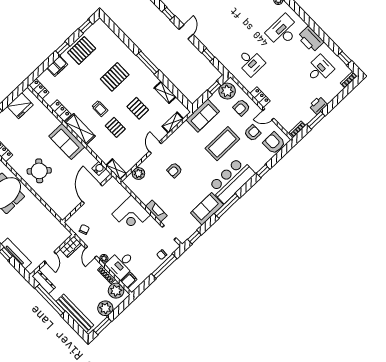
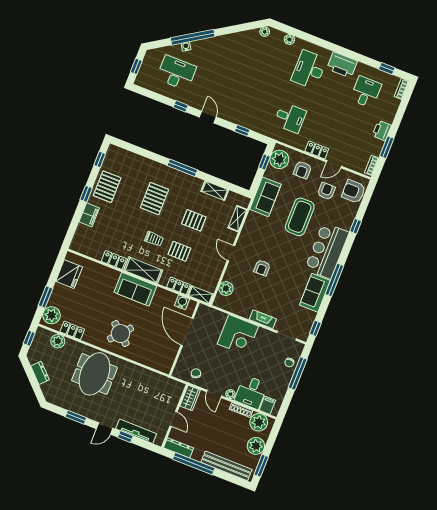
locker: (39, 89) -> (178, 286), moved

